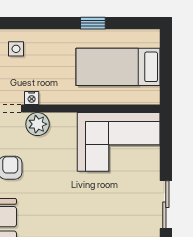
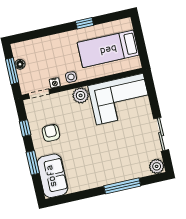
side table: (16, 49) -> (71, 77), moved
plant: (38, 124) -> (81, 95), moved

